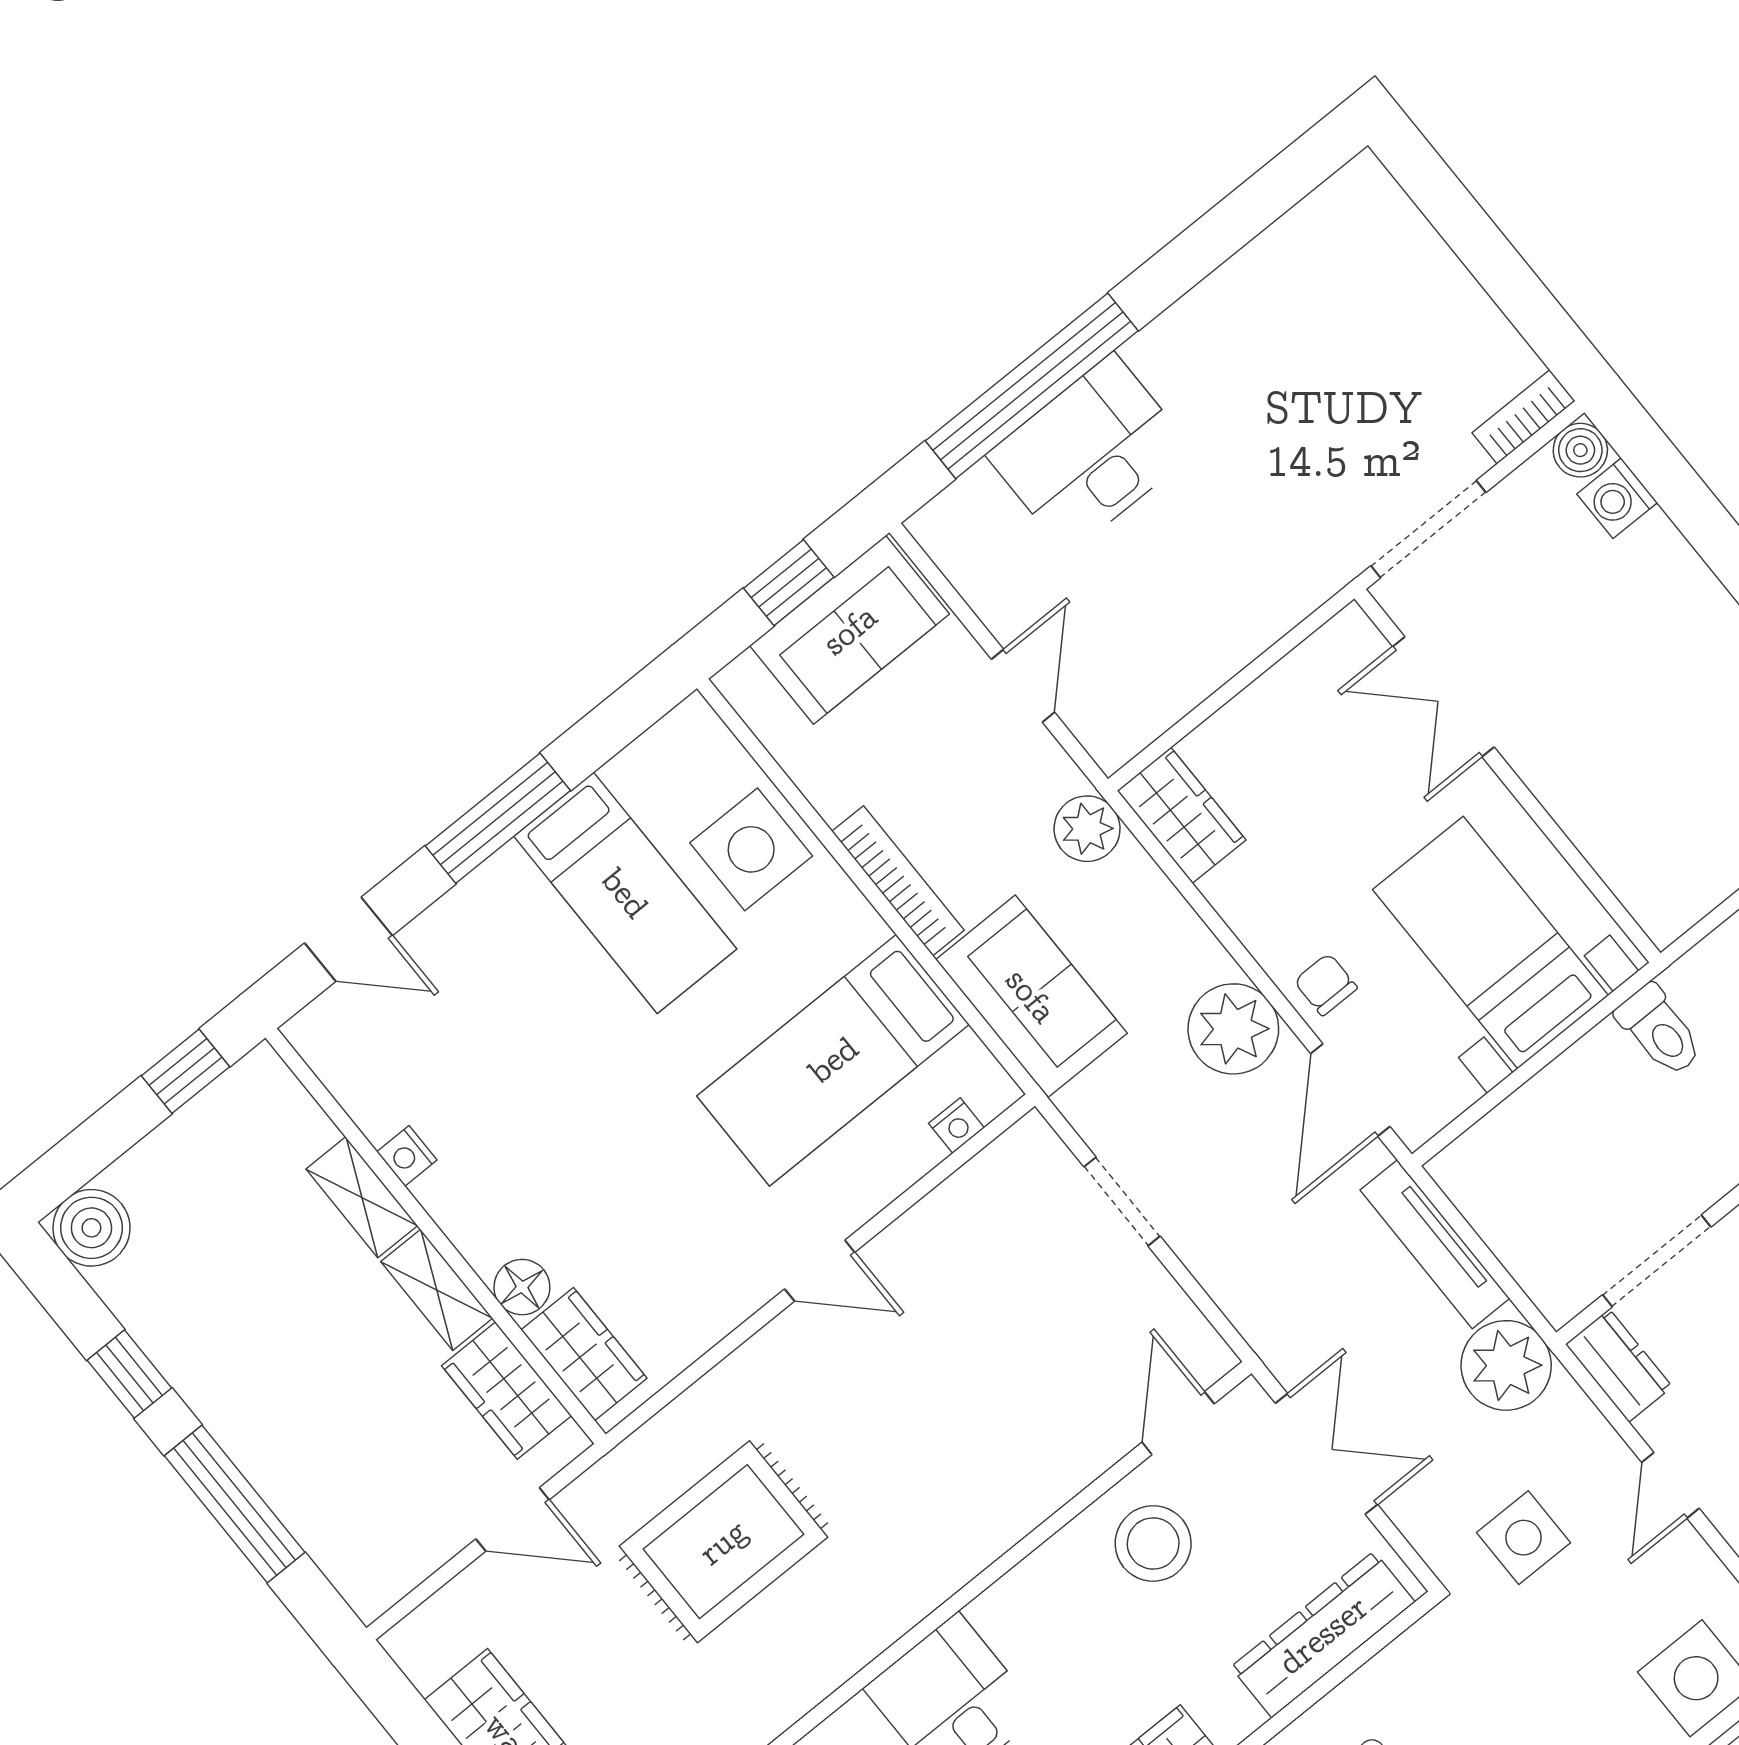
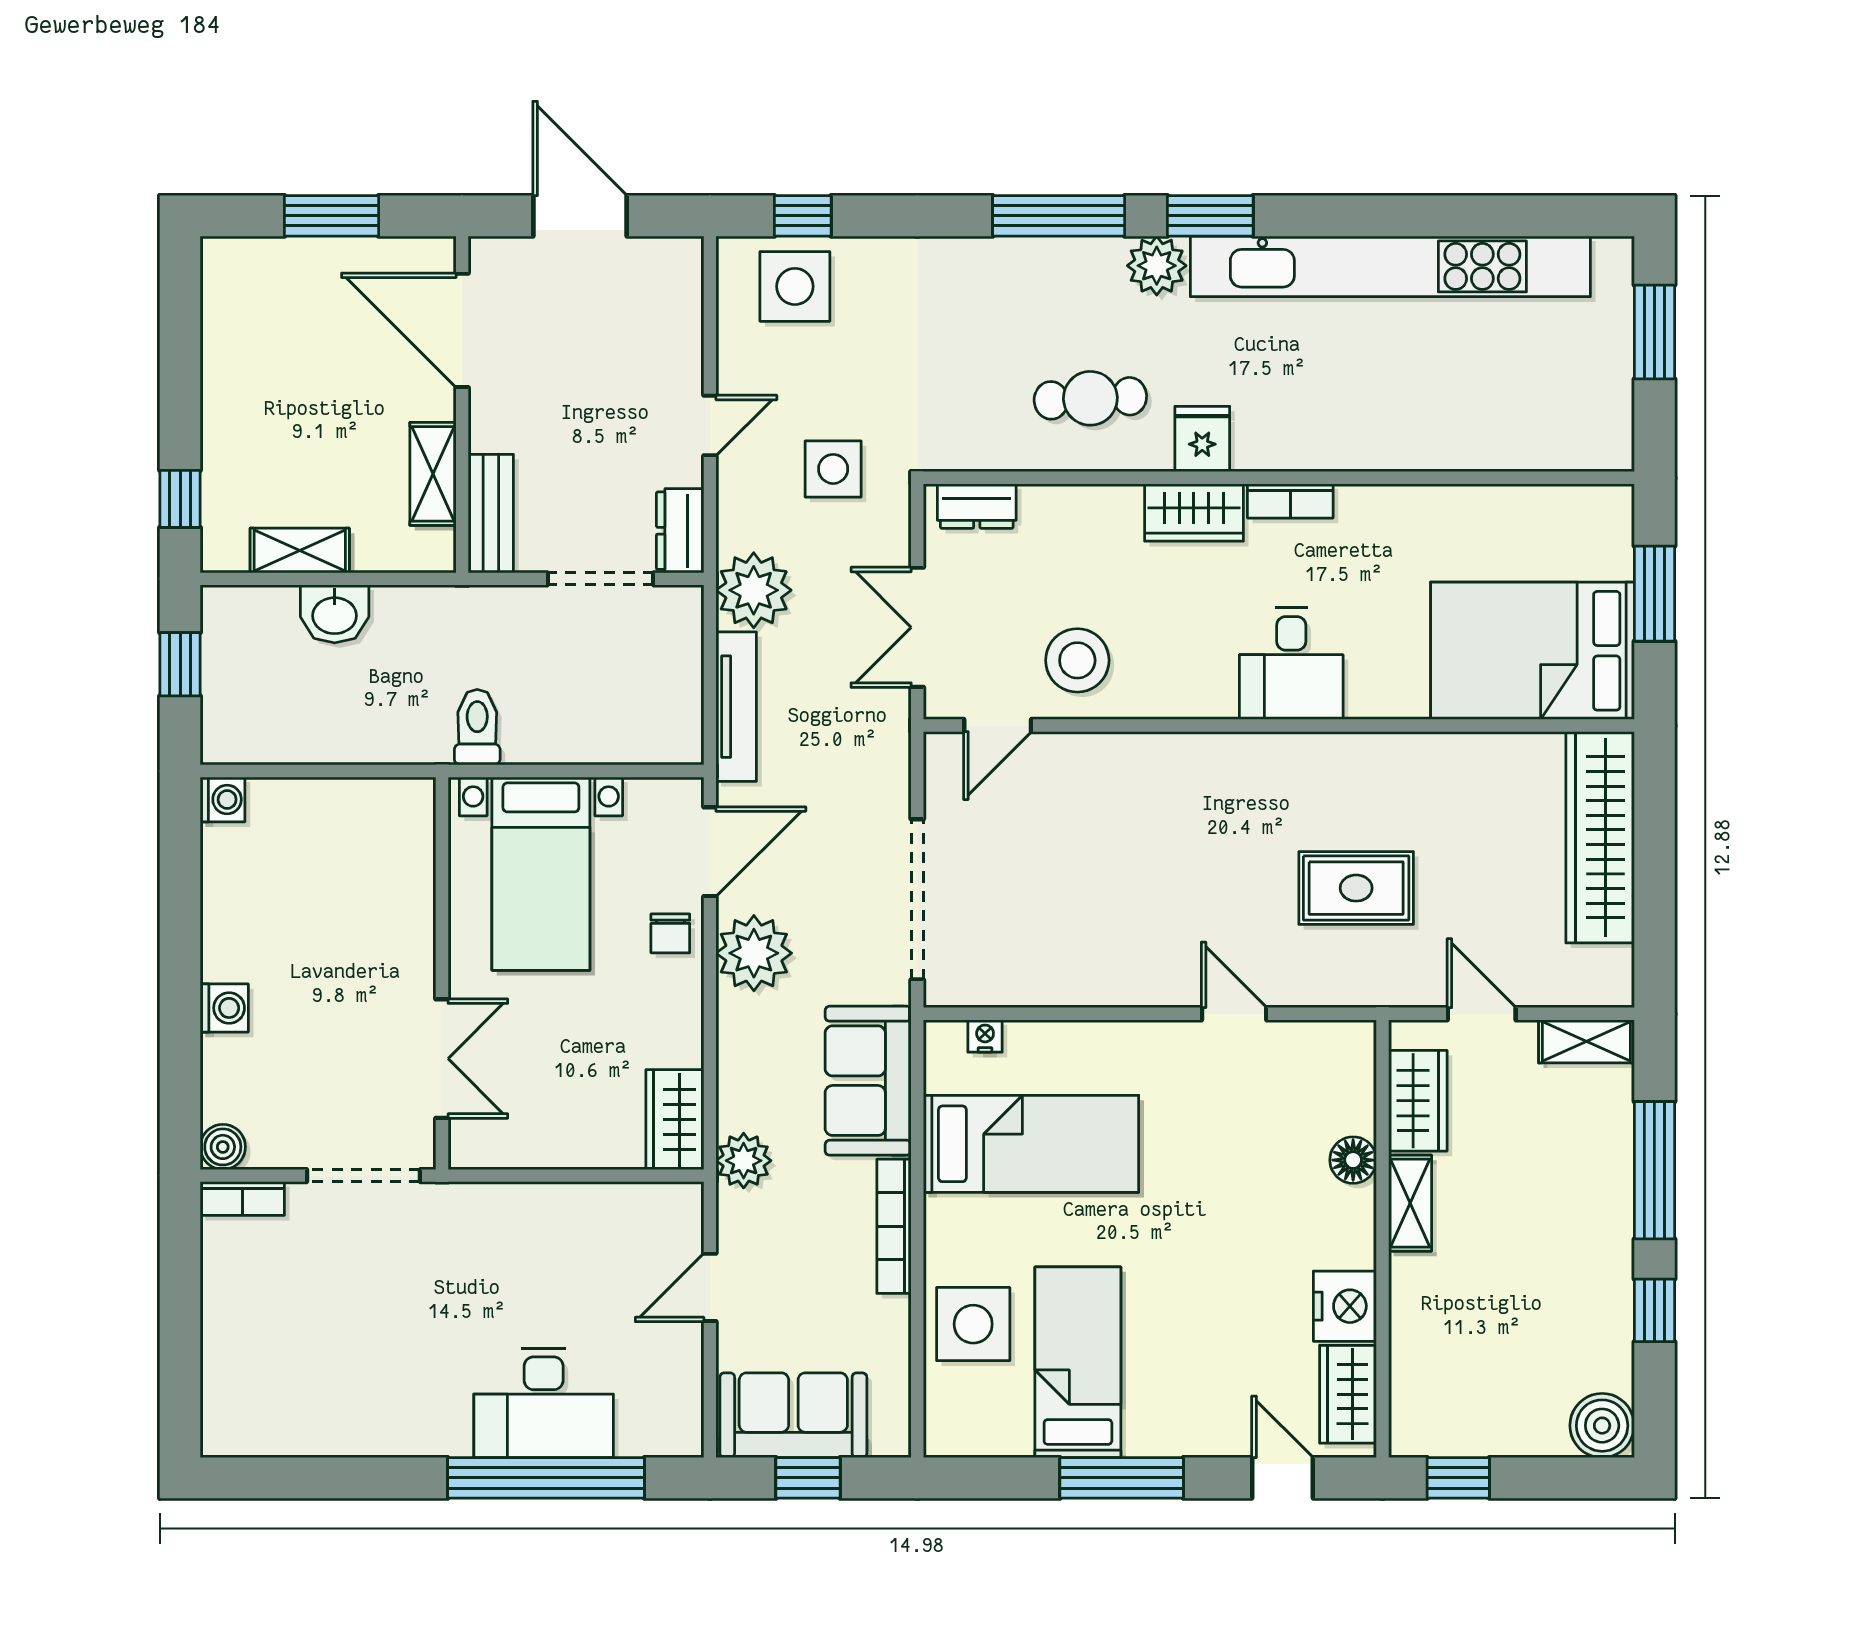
washing machine: (1617, 498) -> (224, 1008), moved
nightstand: (407, 1156) -> (1345, 1306), width x1.89, depth x1.79
shelving: (362, 1197) -> (1586, 1041), moved, turned 90
doorway: (1122, 1201) -> (917, 899), width x1.87
door: (820, 1271) -> (1234, 1014), moved
wardrobe: (584, 1354) -> (1348, 1394), moved
rug: (723, 1542) -> (1356, 888), width x0.73, depth x0.70
dresser: (1323, 1635) -> (977, 506), width x0.51, depth x0.80

